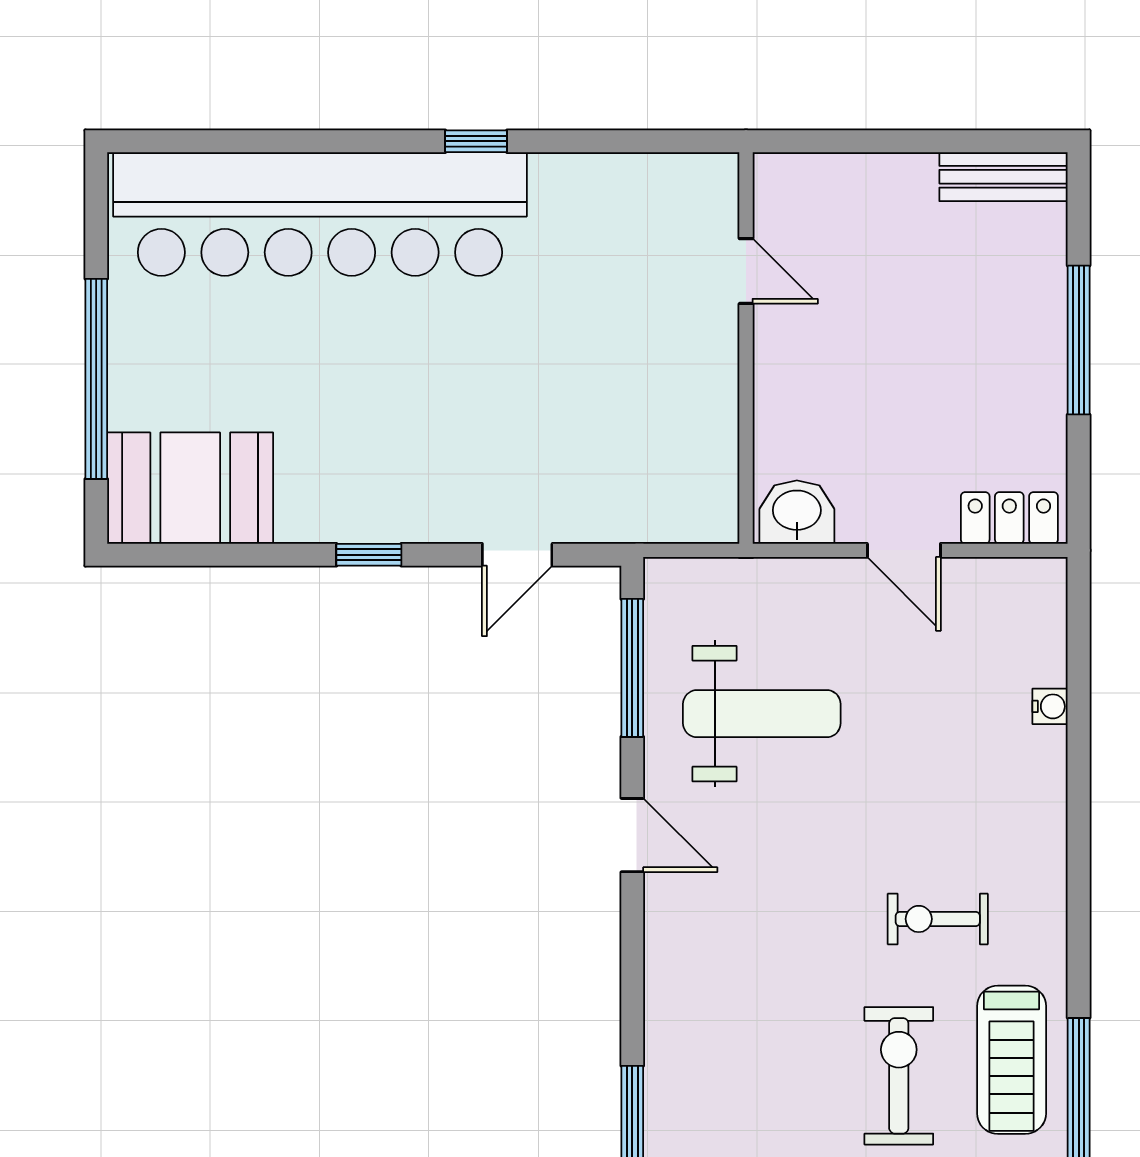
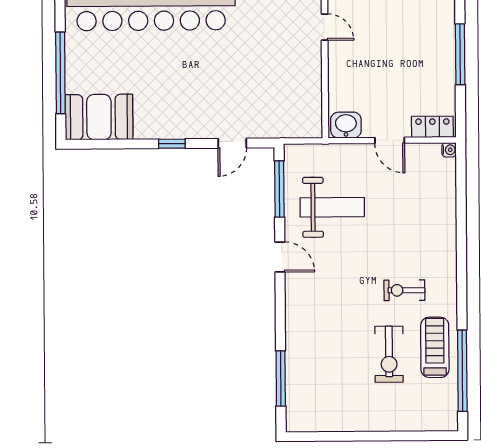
water cooler: (1050, 706) -> (449, 150), moved
treadmill: (1012, 1060) -> (435, 347), turned 180
exercise bike: (899, 1076) -> (389, 354), turned 180

